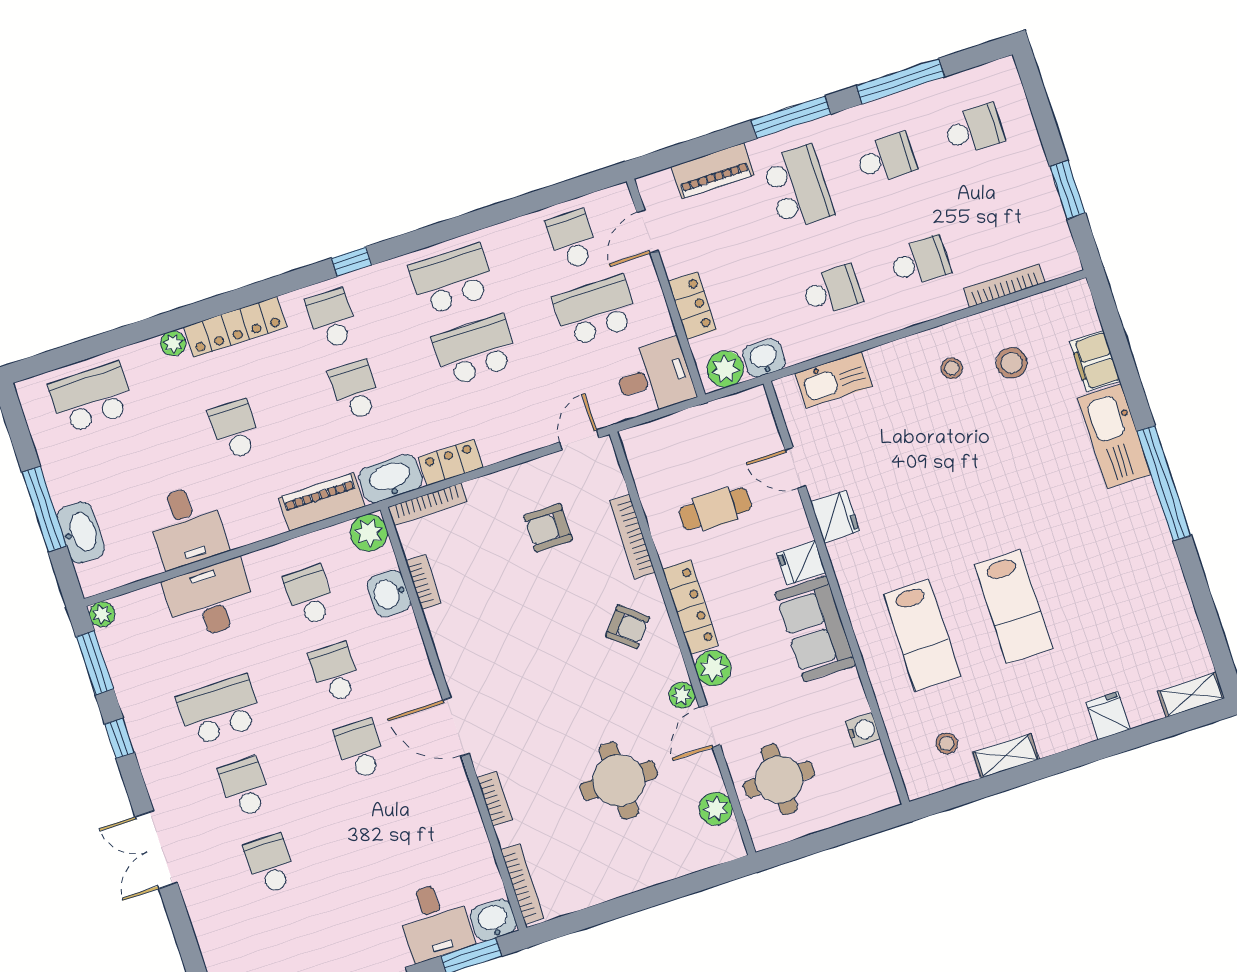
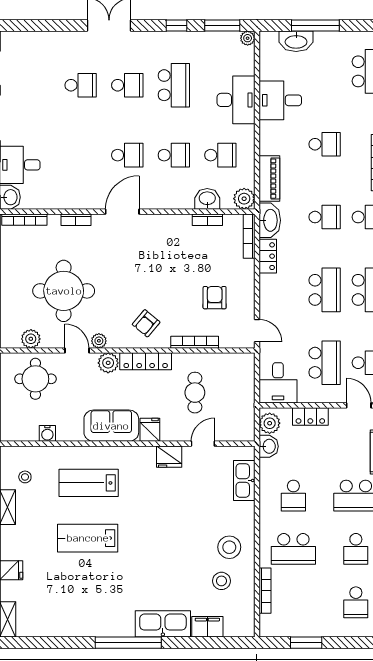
school desk: (920, 262) -> (293, 549), width x1.85
stool: (952, 368) -> (229, 547), width x1.89, depth x1.89
round table: (619, 781) -> (64, 291), width x1.36, depth x1.36

